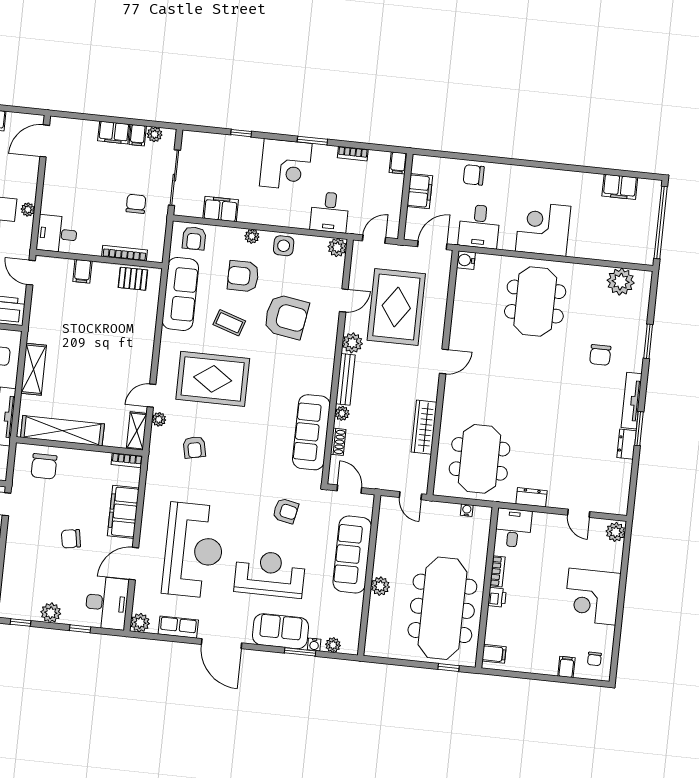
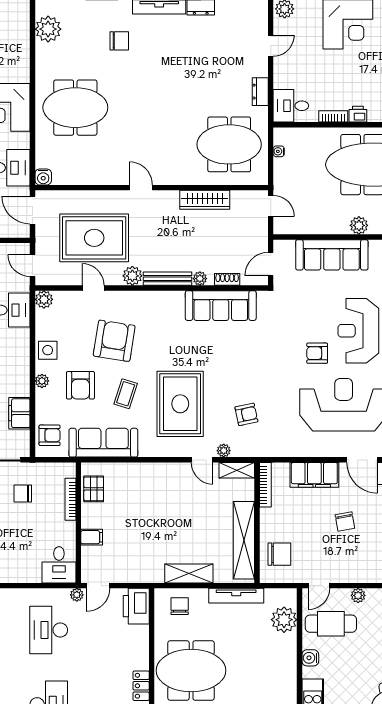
plant: (28, 210) -> (77, 595), moved
bookcase: (127, 460) -> (265, 485), width x1.56
door: (410, 496) -> (271, 206), hinge flipped
armchair: (286, 511) -> (317, 353), moved, turned -102

